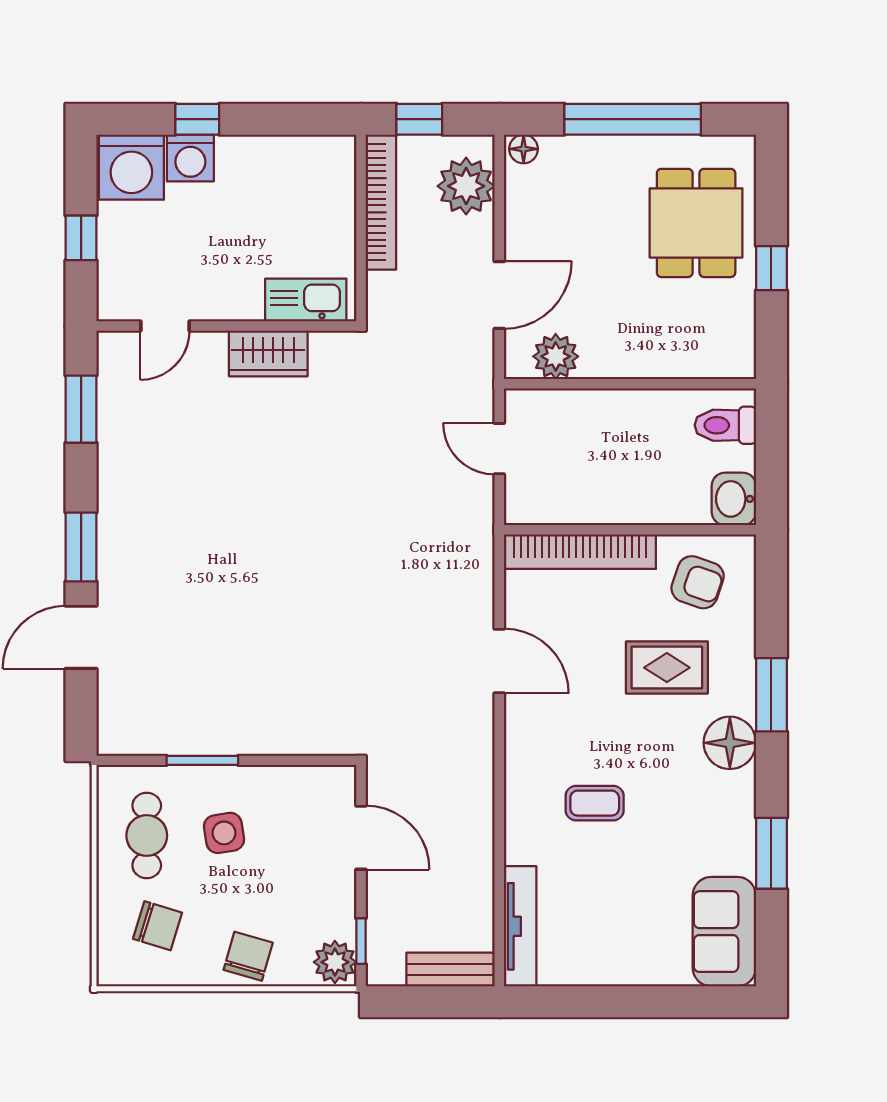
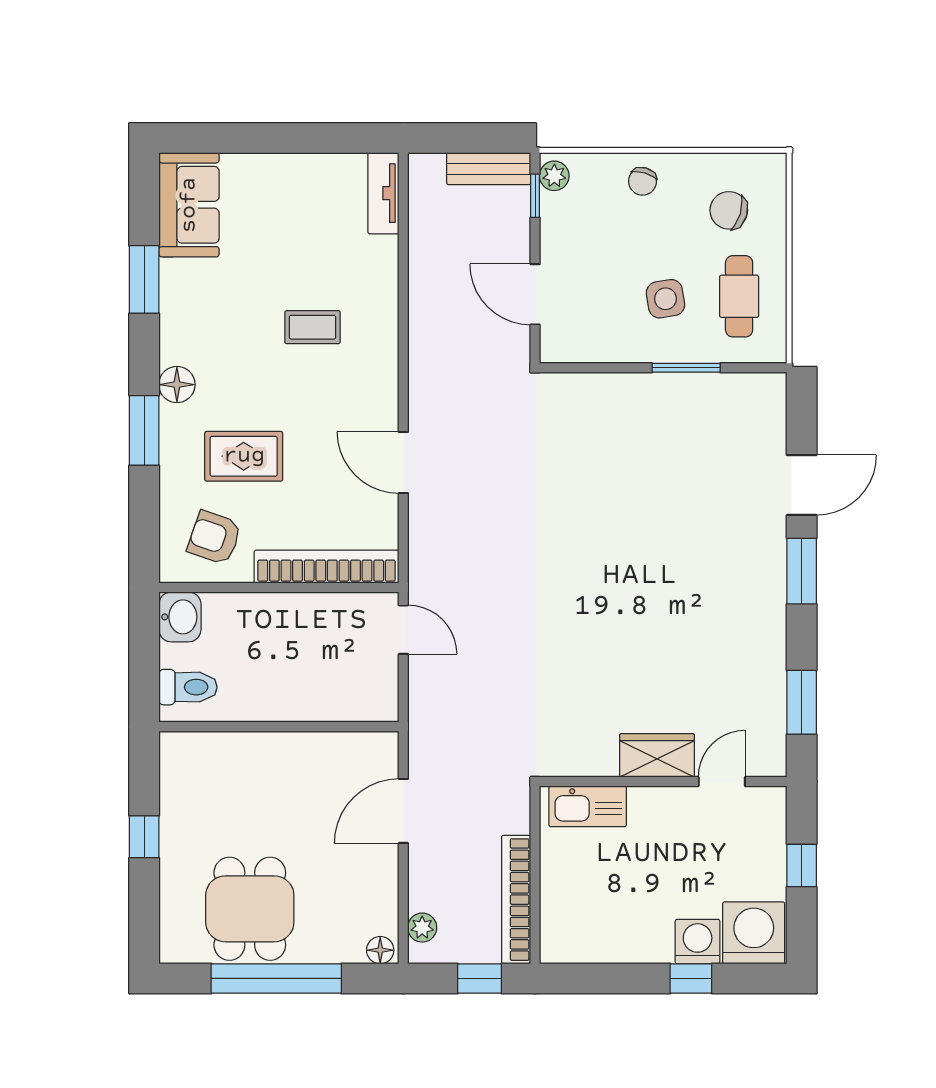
plant: (466, 186) -> (422, 928), width x0.53, depth x0.53
dining table: (696, 223) -> (250, 909), moved
wardrobe: (268, 353) -> (657, 755), moved
plant: (556, 356) -> (350, 753), removed
door: (499, 449) -> (403, 630), moved
floor lamp: (730, 743) -> (177, 385), width x0.73, depth x0.73
tv unit: (520, 926) -> (383, 193), width x0.71
chair: (248, 956) -> (642, 181), width x0.73, depth x0.73
plant: (335, 962) -> (554, 176), width x0.73, depth x0.73
bench: (450, 970) -> (489, 169), moved

